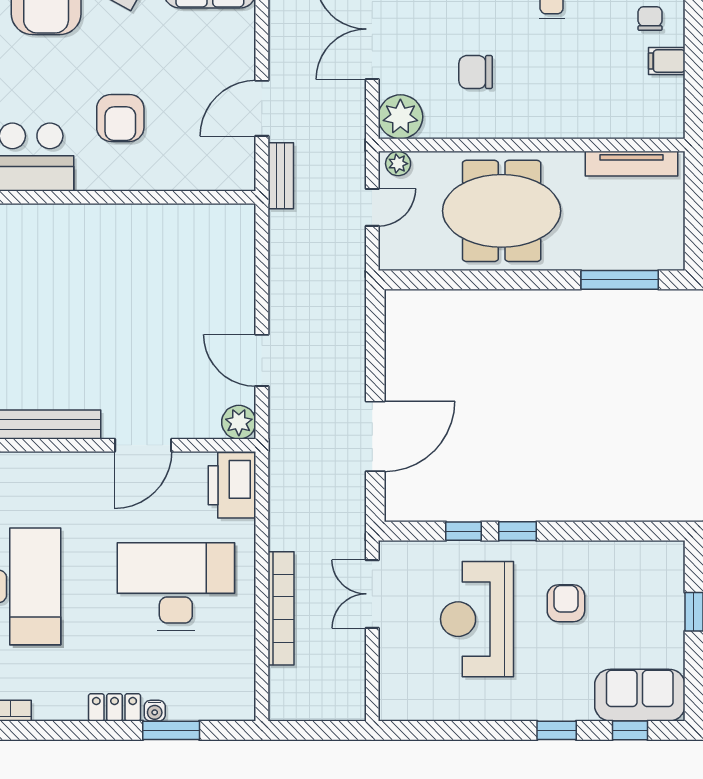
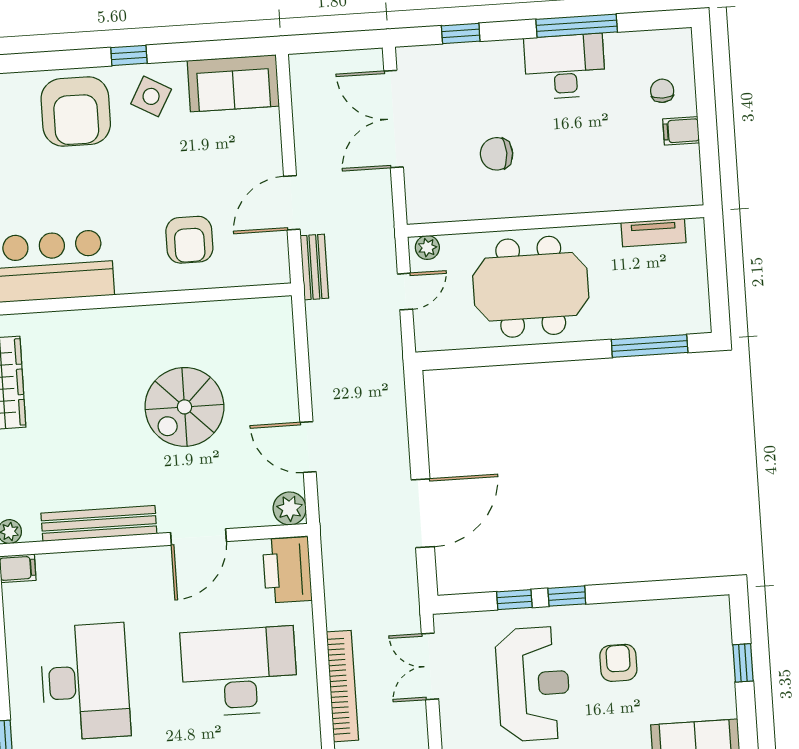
plant: (400, 117) -> (427, 202), removed
armchair: (120, 118) -> (189, 240), moved
tv unit: (631, 164) -> (654, 233), width x0.71
spiral stairs: (138, 311) -> (184, 407), added
reception desk: (477, 619) -> (533, 684), turned 180

